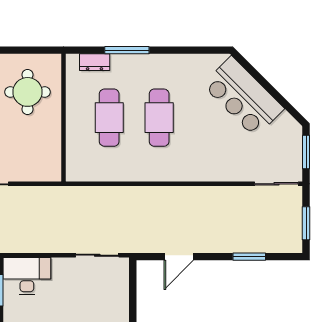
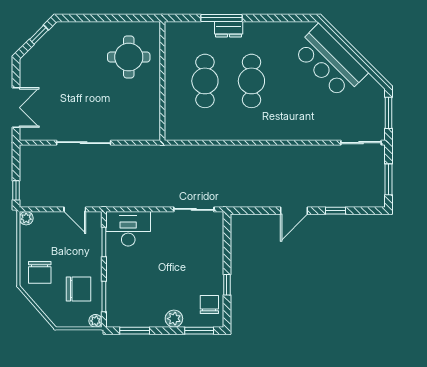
dresser: (95, 62) -> (229, 29), moved
door: (179, 257) -> (294, 211), moved
window: (249, 257) -> (336, 211), width x0.67

